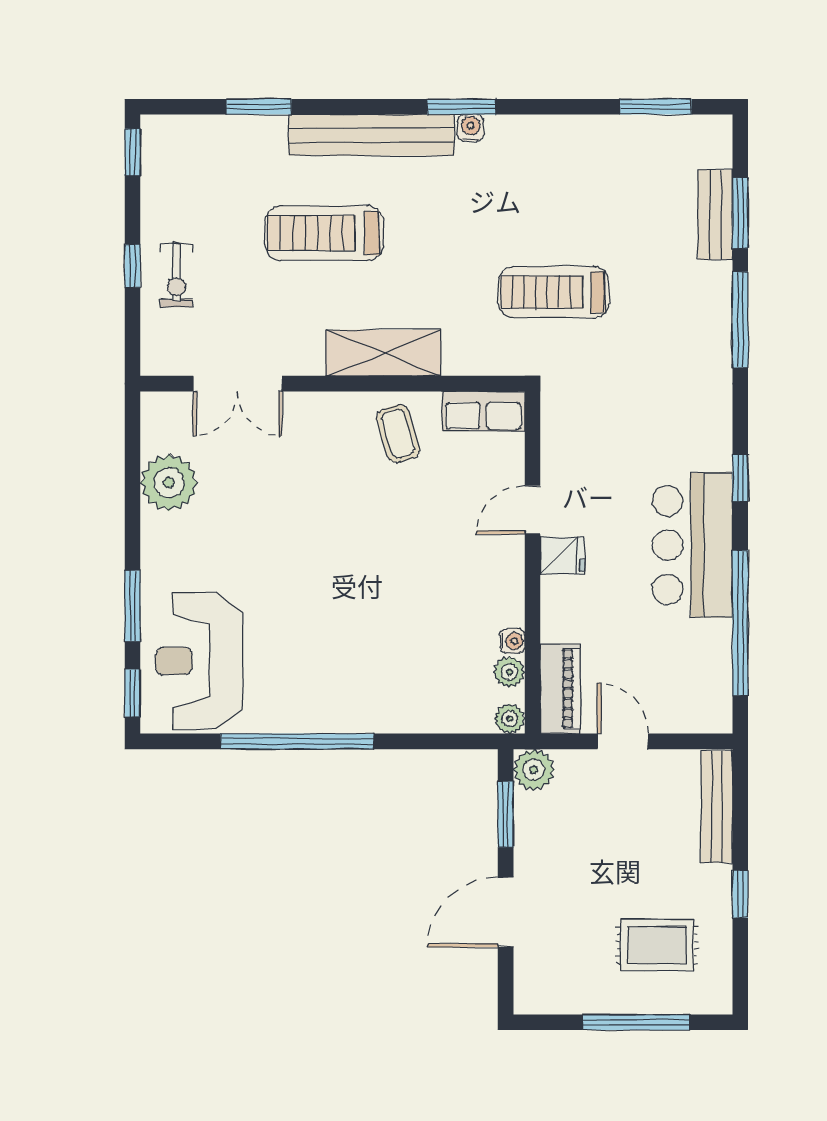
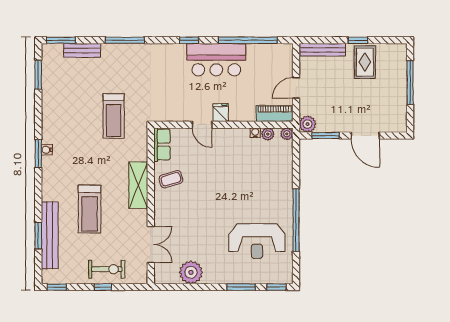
bench: (372, 135) -> (50, 235), moved
window: (740, 213) -> (61, 40), moved
exercise bike: (177, 275) -> (107, 269), width x1.38, depth x1.39
reception desk: (199, 661) -> (257, 241), moved
rug: (657, 945) -> (365, 62), moved

